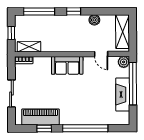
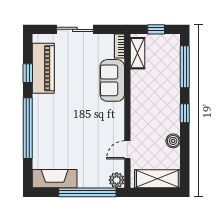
sofa: (67, 65) -> (112, 80), moved
fireplace: (123, 94) -> (55, 179), moved

